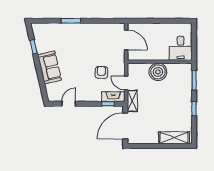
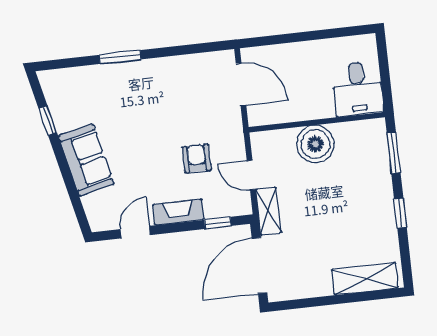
fireplace: (113, 97) -> (178, 212), moved

